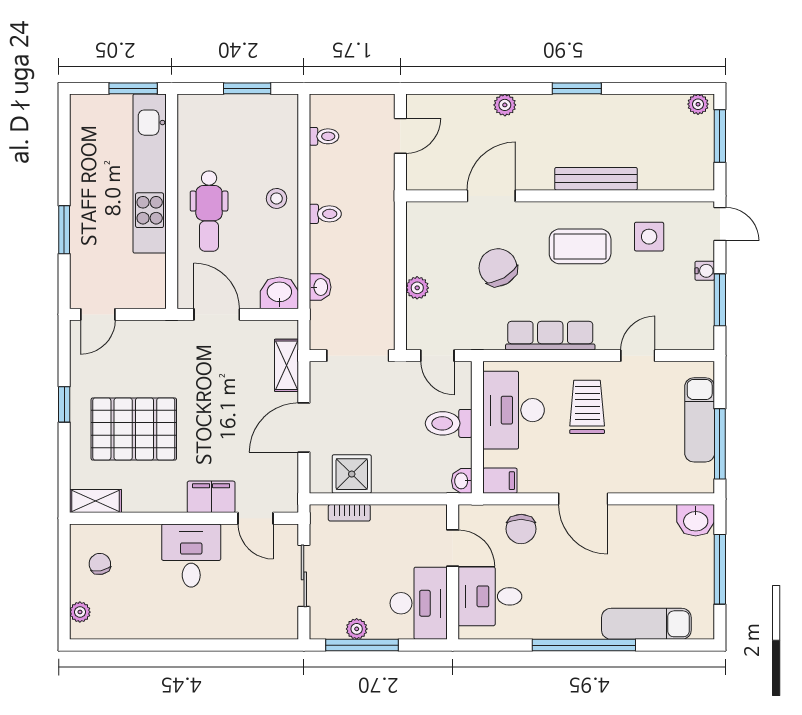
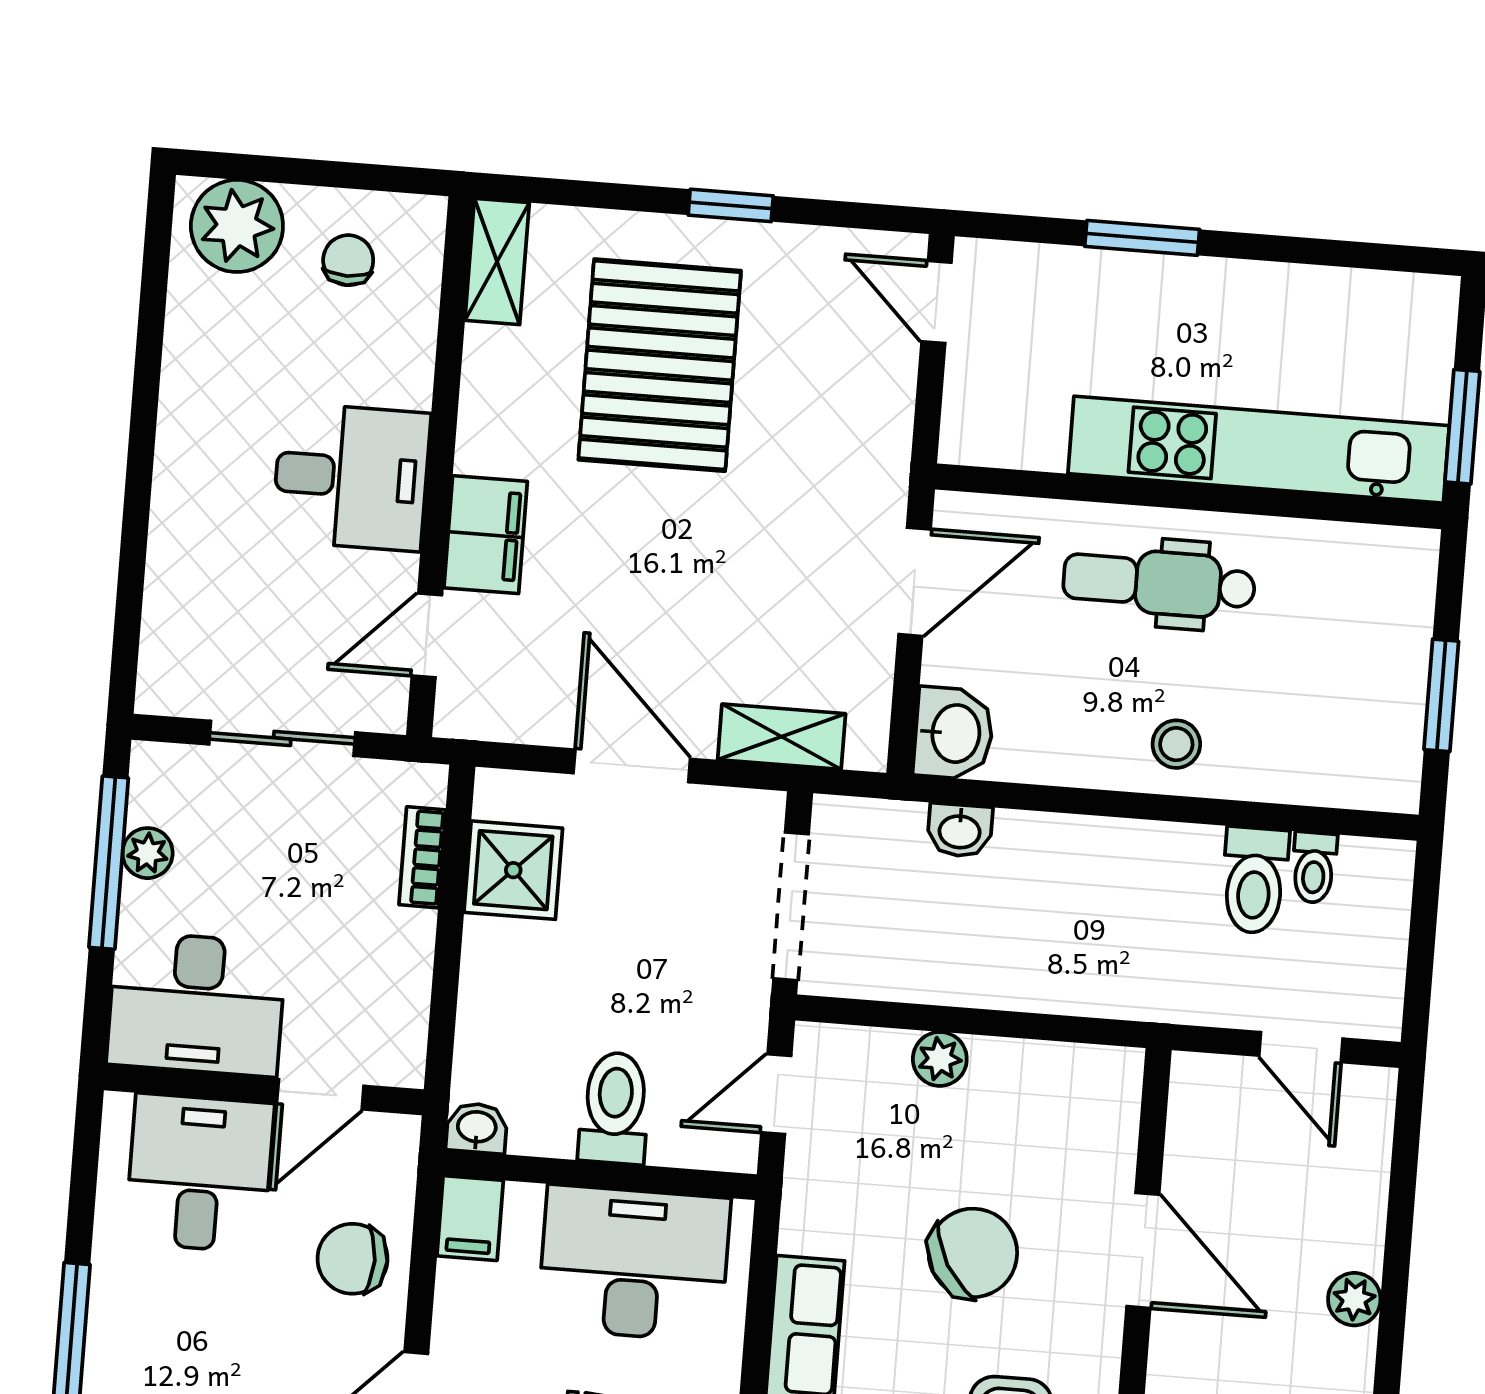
toilet: (325, 214) -> (1255, 880), moved, width x1.37, depth x1.39
chair: (100, 564) -> (348, 260), turned -79
plant: (80, 612) -> (237, 226), width x1.88, depth x1.88

